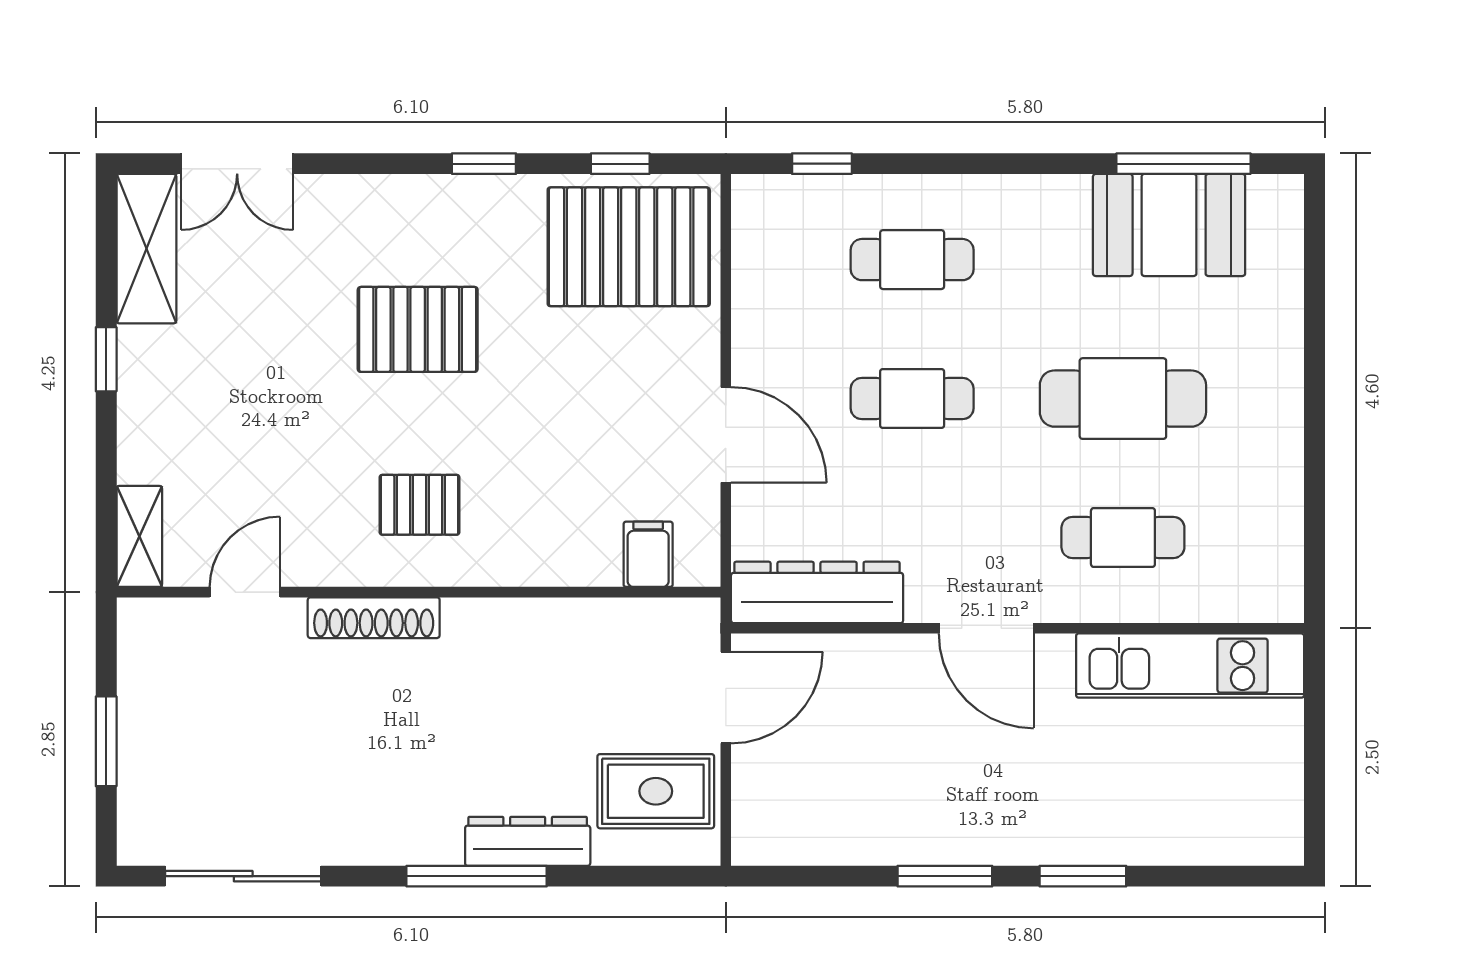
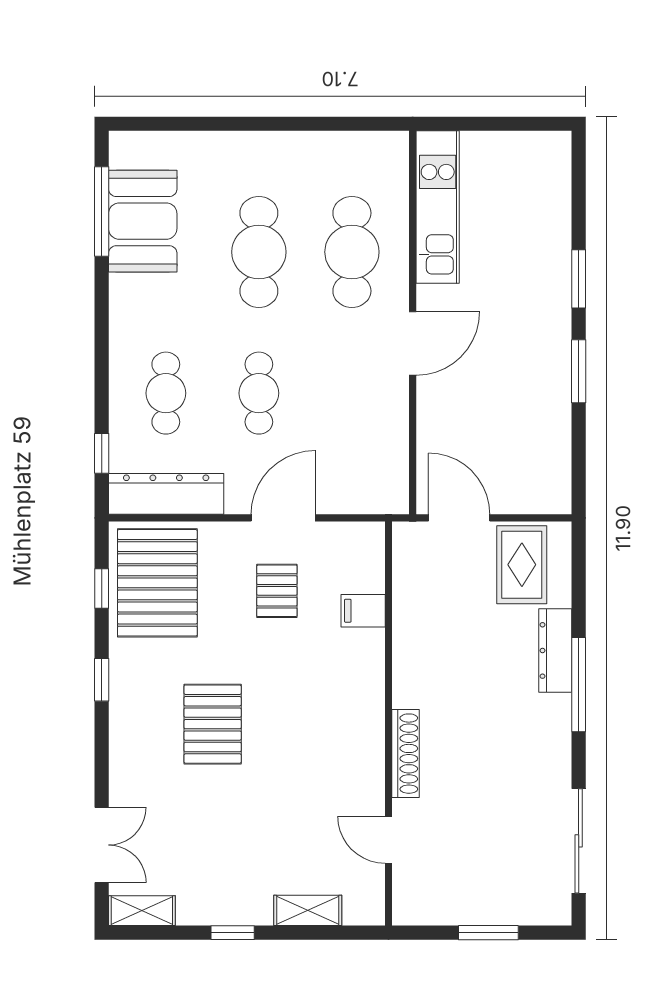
shelving: (146, 249) -> (142, 911), width x0.67, depth x0.75
pallet: (420, 505) -> (277, 591), moved
shelving: (139, 536) -> (308, 910), moved
cafe table: (1123, 537) -> (352, 252), width x1.37, depth x1.35
filing cabinet: (648, 554) -> (363, 611), moved
dresser: (817, 592) -> (166, 494), moved, turned 90

